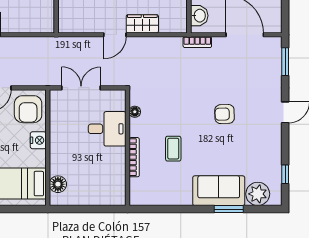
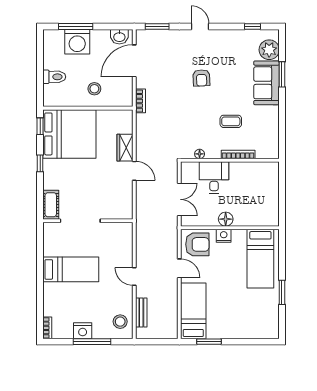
washbasin: (199, 16) -> (119, 37), moved, turned 180
double door: (81, 88) -> (179, 199), swing flipped
floor lamp: (58, 184) -> (226, 219), moved

